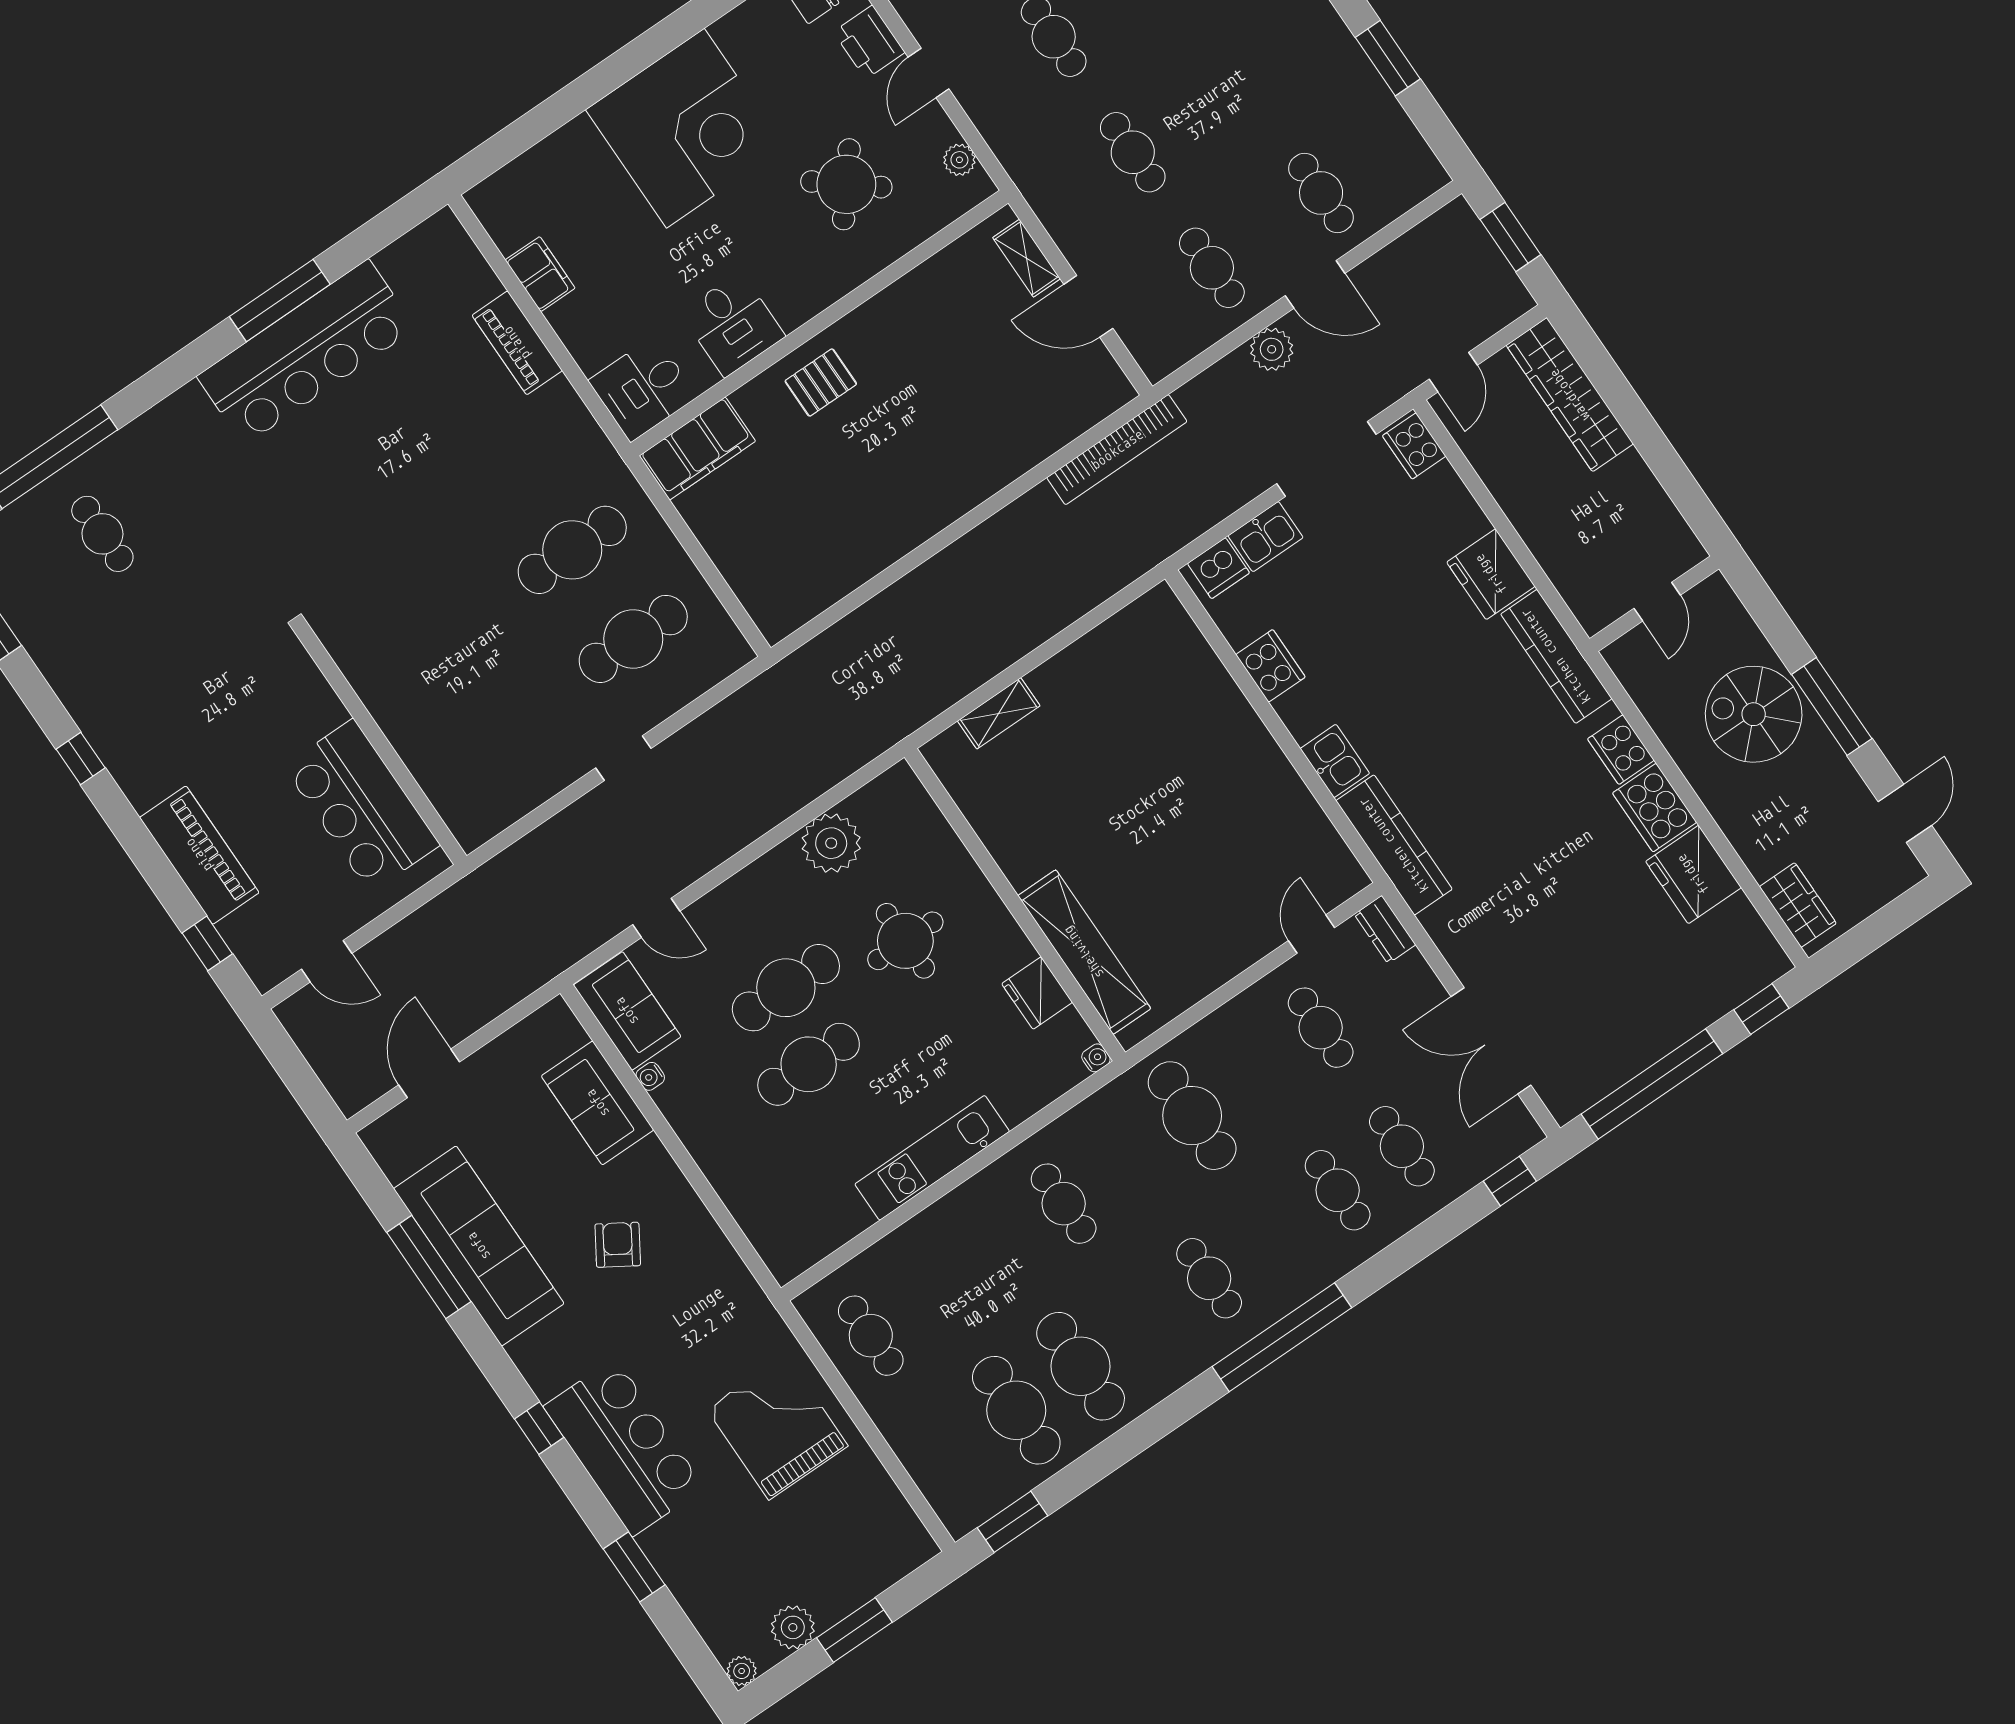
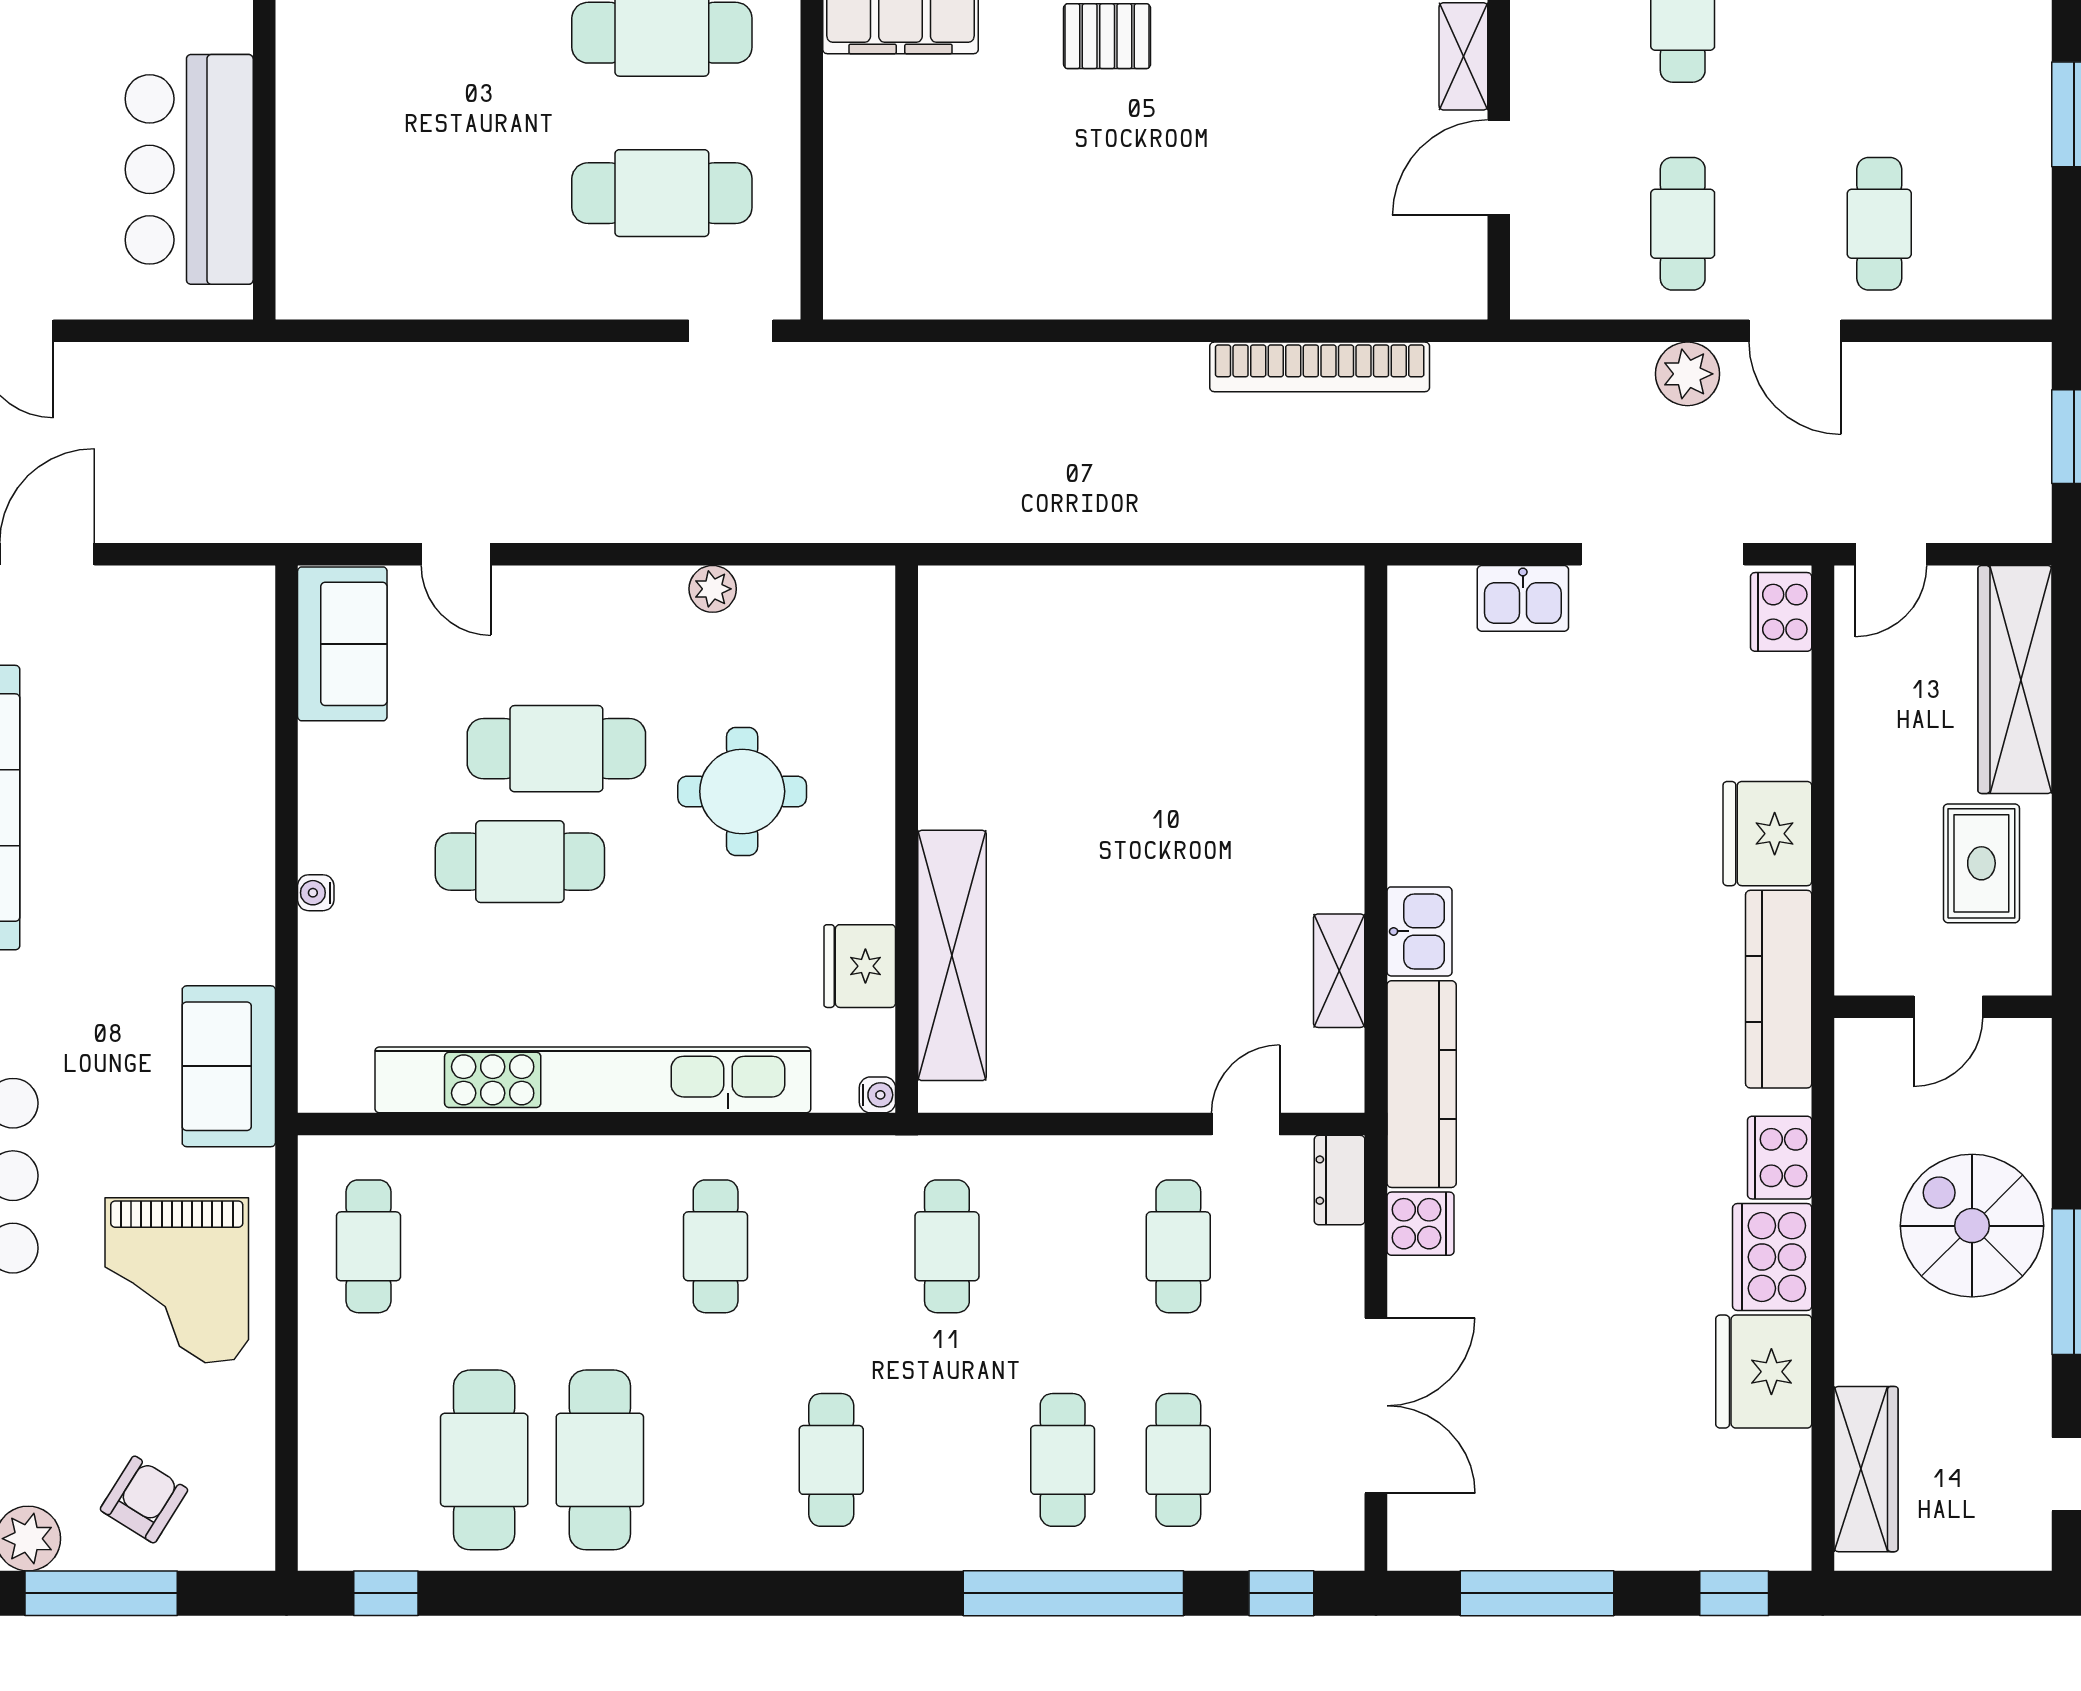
door: (1088, 306) -> (1499, 167), hinge flipped
bookcase: (1117, 450) -> (1320, 367), moved
rug: (1621, 509) -> (1981, 863), added
dishwasher: (1218, 568) -> (1439, 598), removed
cooker: (1271, 666) -> (1421, 1224), moved, width x0.73
shelving: (999, 713) -> (1339, 971), moved, turned 90
doorway: (623, 758) -> (731, 331), moved
plant: (831, 843) -> (713, 589), width x0.53, depth x0.53
wardrobe: (1798, 905) -> (1866, 1469), width x1.50
double door: (1491, 1041) -> (1376, 1406), swing flipped
water cooler: (650, 1076) -> (316, 893), moved
window: (1652, 1084) -> (1537, 1593), width x0.68
sofa: (598, 1103) -> (229, 1066), moved
cafe table: (1192, 1116) -> (947, 1246), width x0.73, depth x0.74
kitchen unit: (932, 1158) -> (593, 1080), width x1.86
armchair: (618, 1245) -> (144, 1500), moved
window: (1282, 1337) -> (1073, 1593), moved
grand piano: (777, 1427) -> (177, 1280), turned 180
window: (1012, 1522) -> (386, 1593), width x0.67
window: (854, 1630) -> (101, 1593), width x1.44

